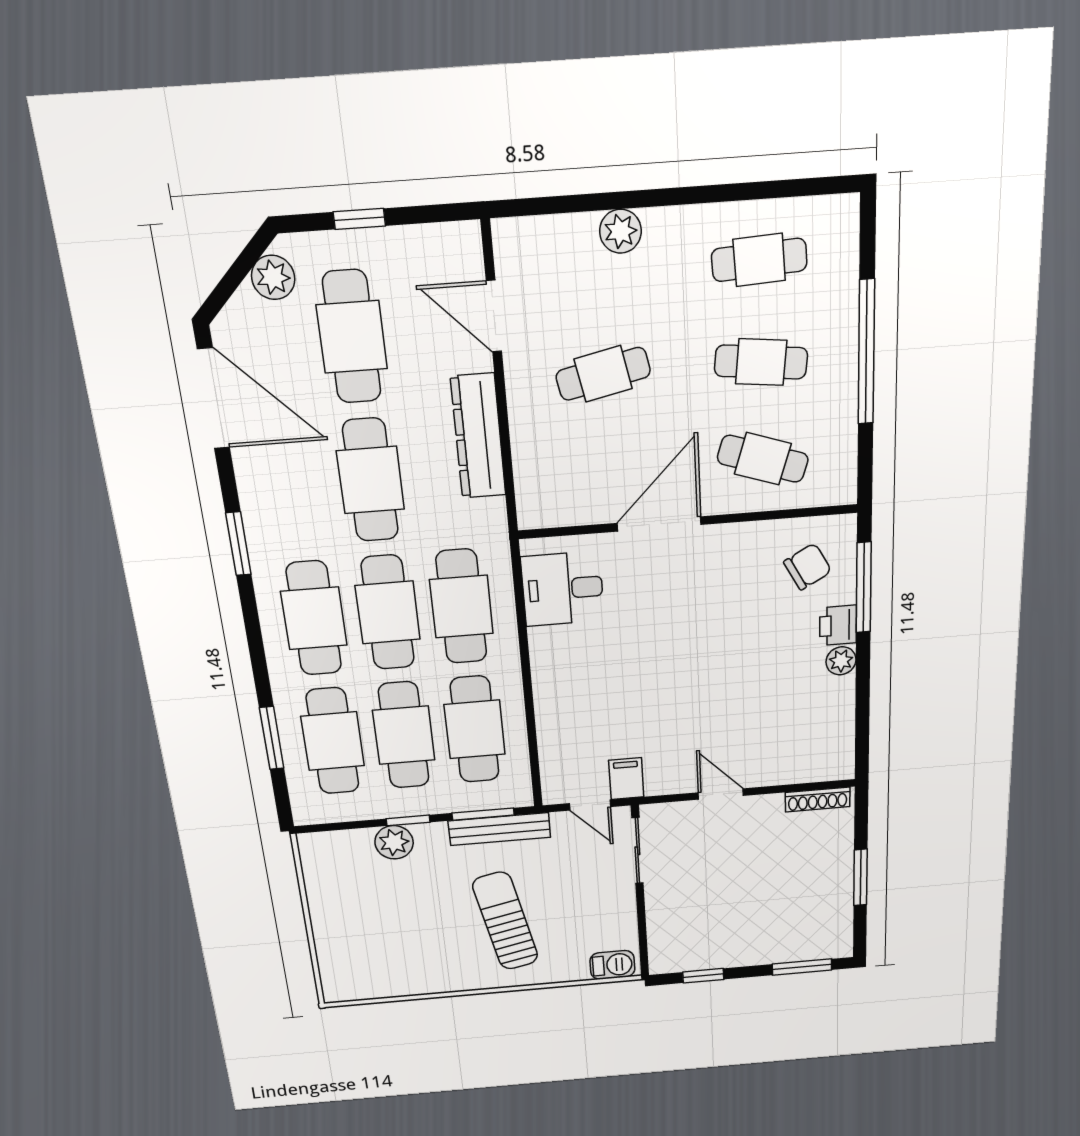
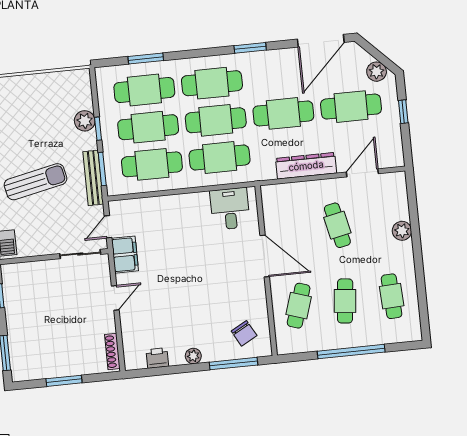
printer: (838, 625) -> (157, 358), moved
filing cabinet: (626, 779) -> (125, 255), width x2.00

